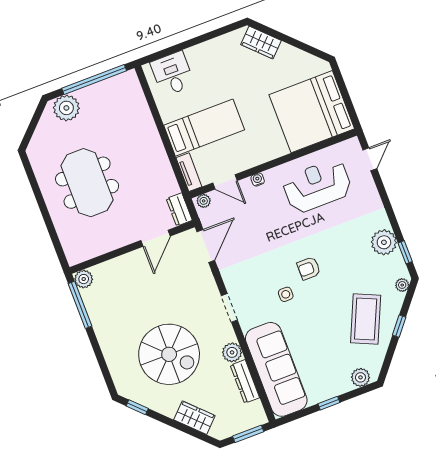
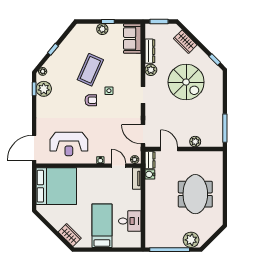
desk: (172, 74) -> (130, 221), moved, turned -90
bed: (204, 128) -> (102, 226), moved, turned 90
door: (370, 159) -> (34, 148), width x1.87
water cooler: (171, 187) -> (150, 174), added
door: (156, 238) -> (169, 149), hinge flipped
plant: (384, 242) -> (44, 89), moved
door: (206, 246) -> (143, 134), hinge flipped
plant: (84, 279) -> (195, 142), moved
coffee table: (366, 319) -> (90, 70), moved
spiral stairs: (169, 354) -> (186, 82), turned 180
sofa: (276, 369) -> (132, 39), width x0.54, depth x0.79
plant: (360, 377) -> (102, 29), moved

